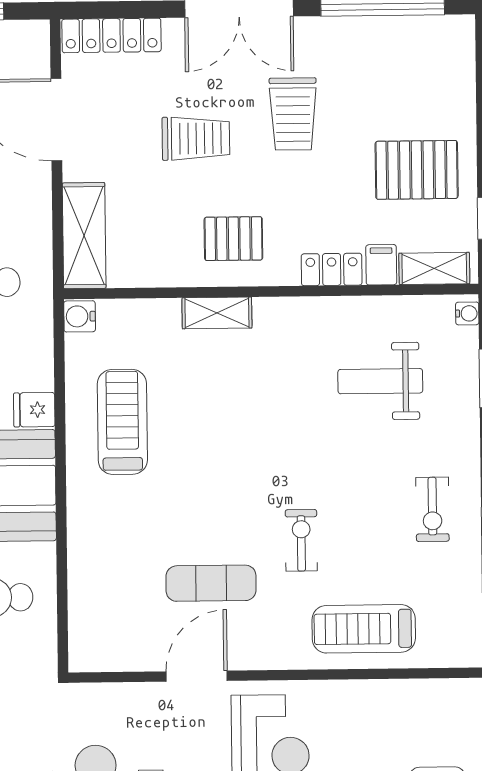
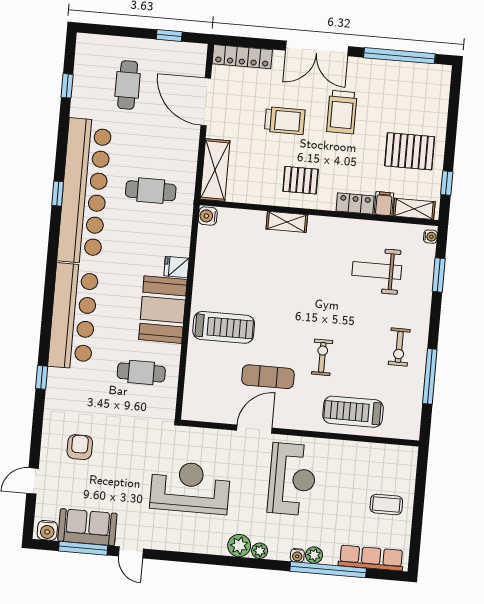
treadmill: (122, 422) -> (224, 327), moved, turned 90

